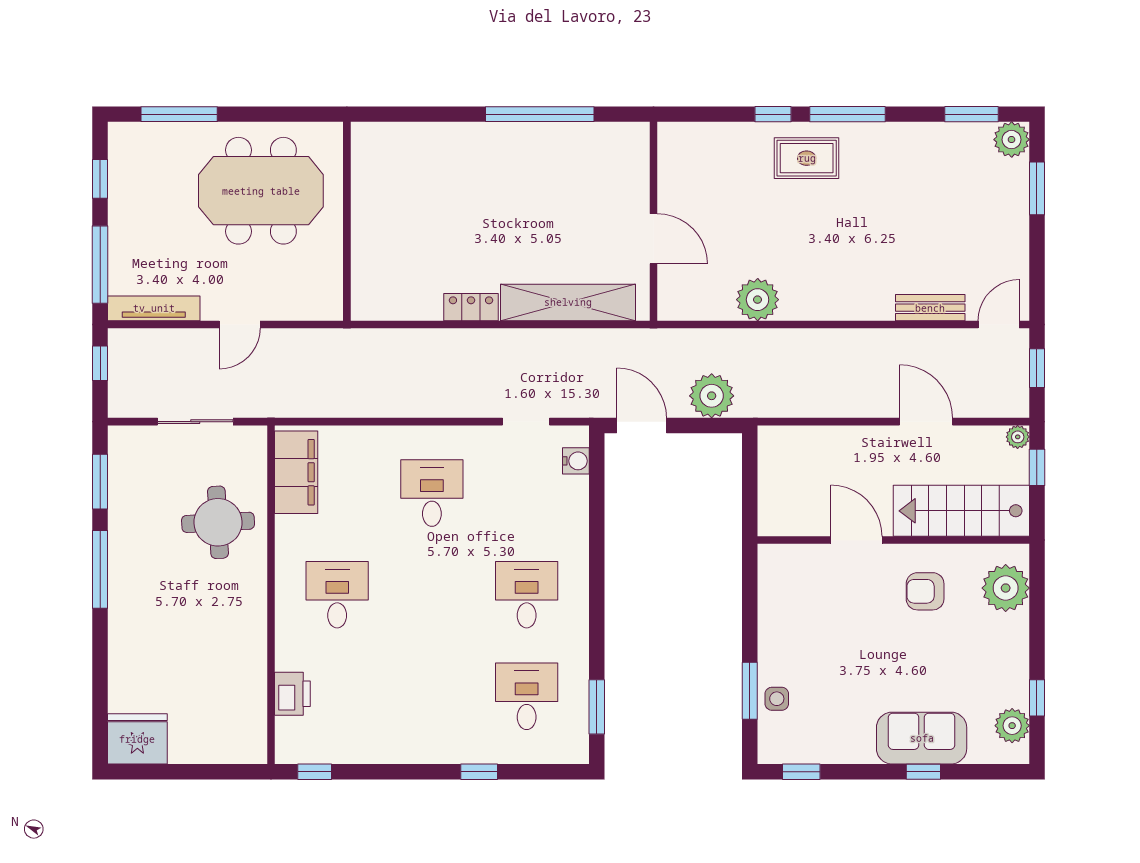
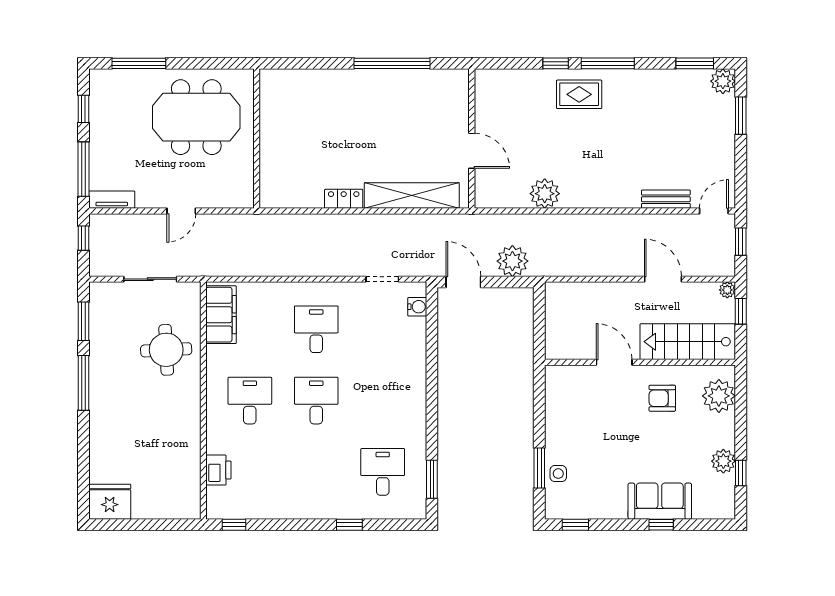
tv unit: (154, 308) -> (112, 200), width x0.71
desk: (527, 595) -> (316, 401), moved
plant: (1012, 726) -> (723, 461), moved

